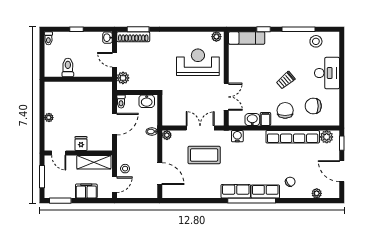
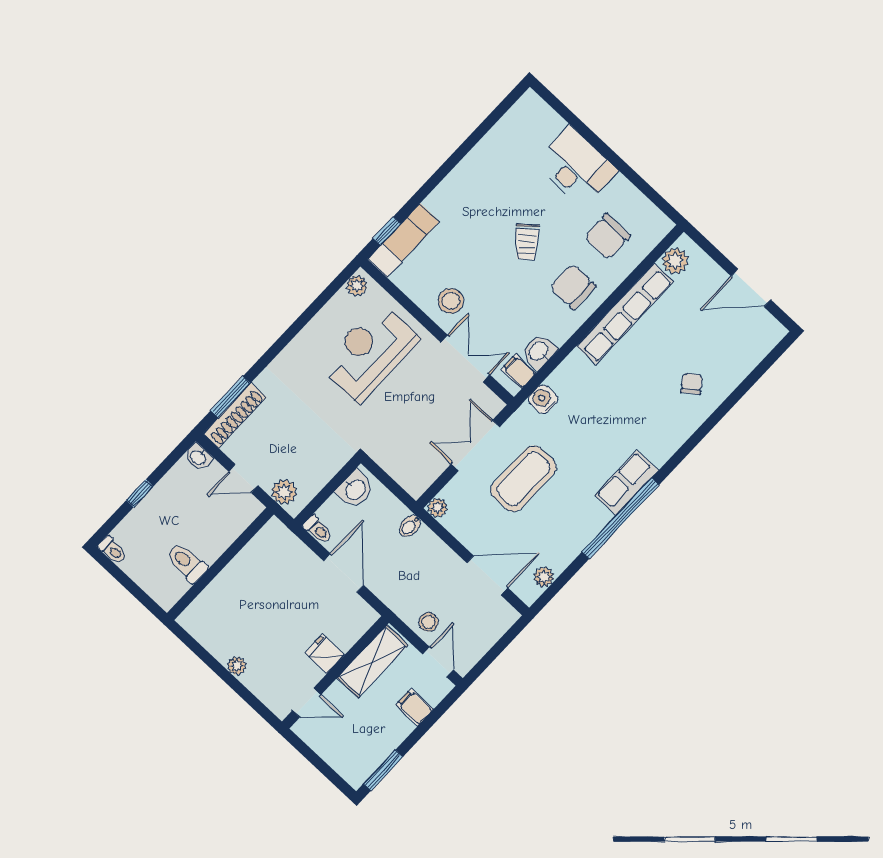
window: (264, 29) -> (387, 231), moved
window: (299, 29) -> (466, 147), removed
stool: (316, 41) -> (451, 301), moved
filing cabinet: (265, 119) -> (519, 371), moved
window: (342, 143) -> (707, 247), removed
window: (42, 177) -> (319, 763), removed
filing cabinet: (86, 191) -> (414, 707), width x0.50
row of seats: (265, 192) -> (670, 437), removed
plant: (317, 193) -> (544, 577), moved
window: (252, 201) -> (620, 518), moved

